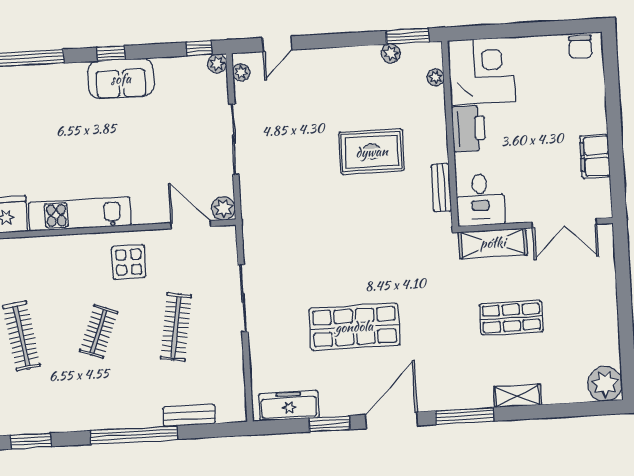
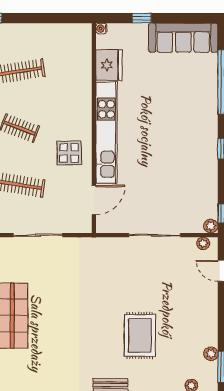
sofa: (121, 79) -> (204, 155), removed
plant: (223, 208) -> (104, 225), removed
kitchen unit: (80, 214) -> (106, 133), width x1.36

